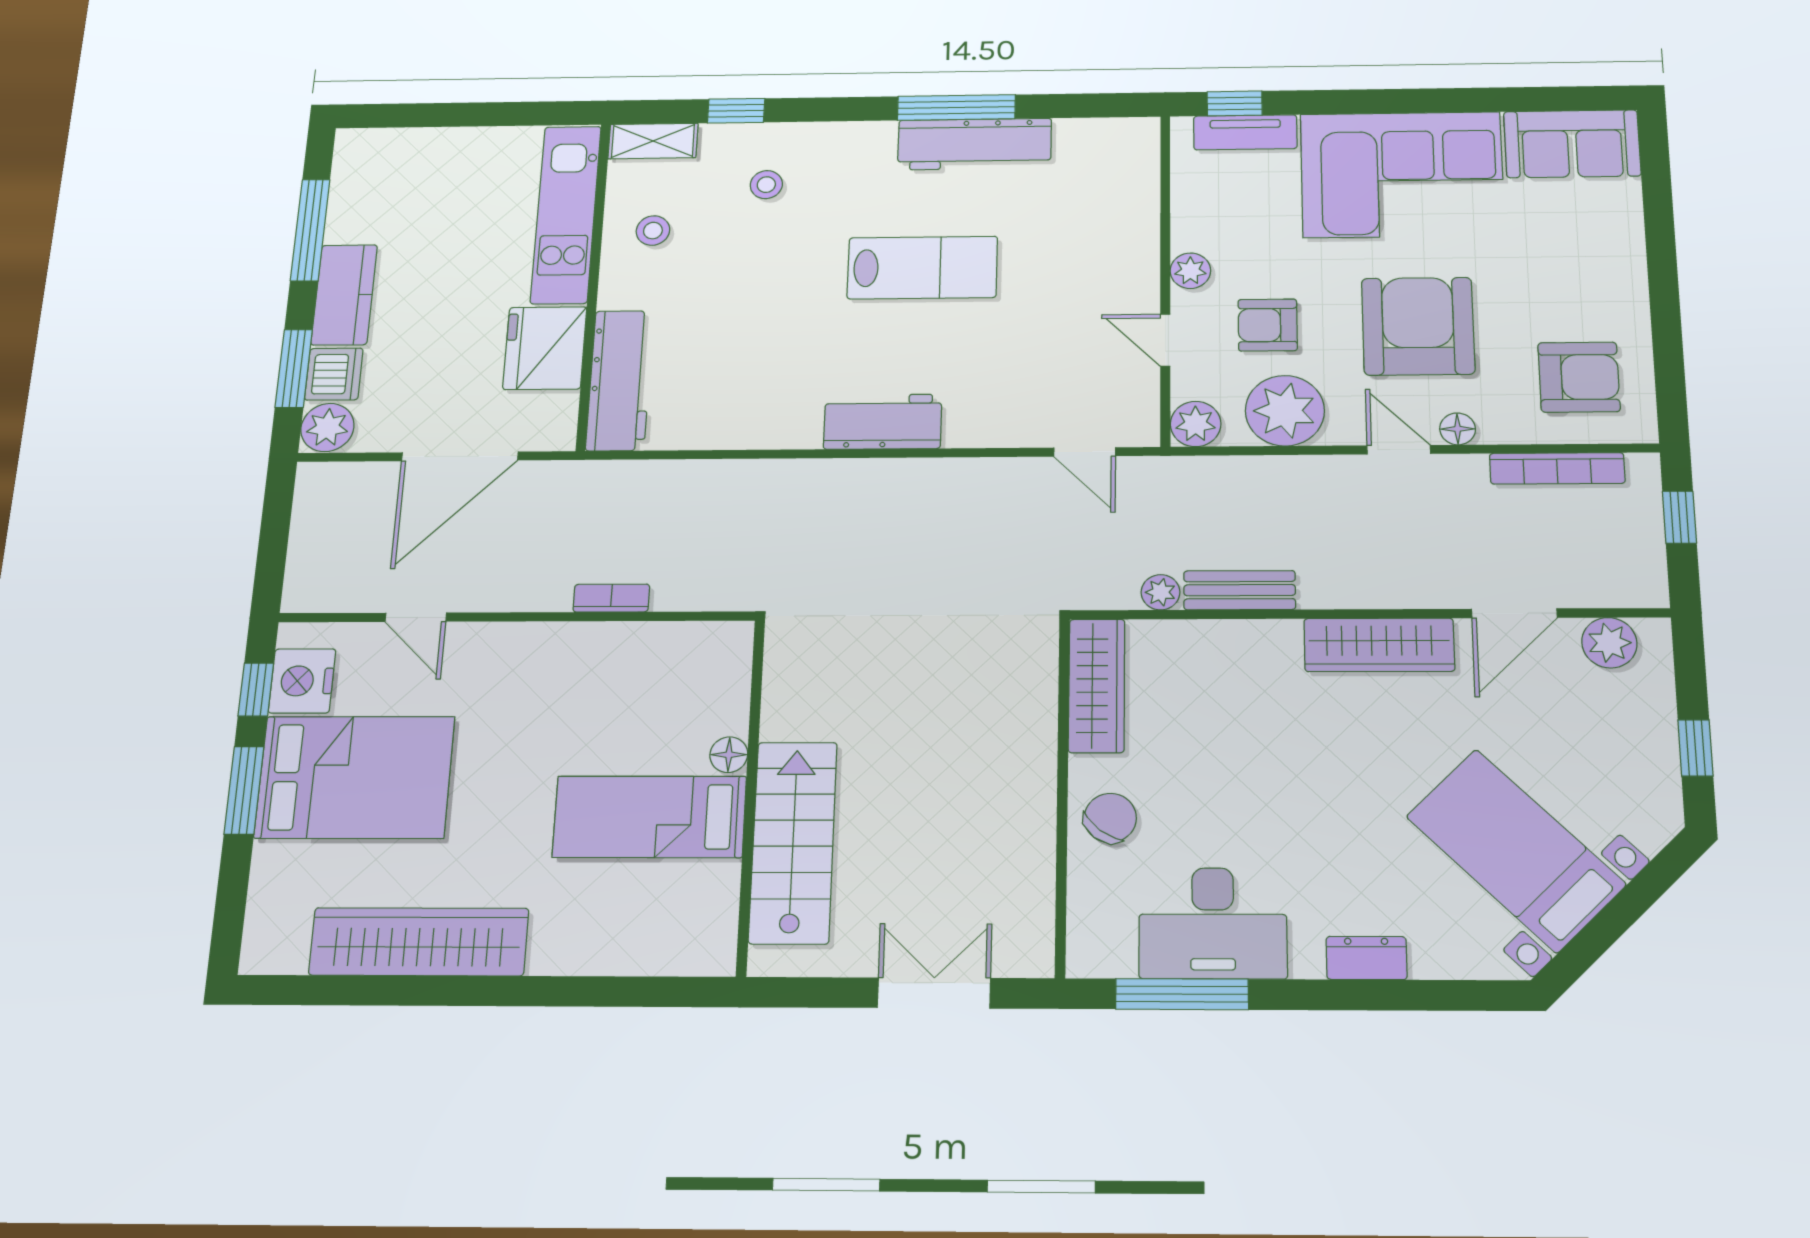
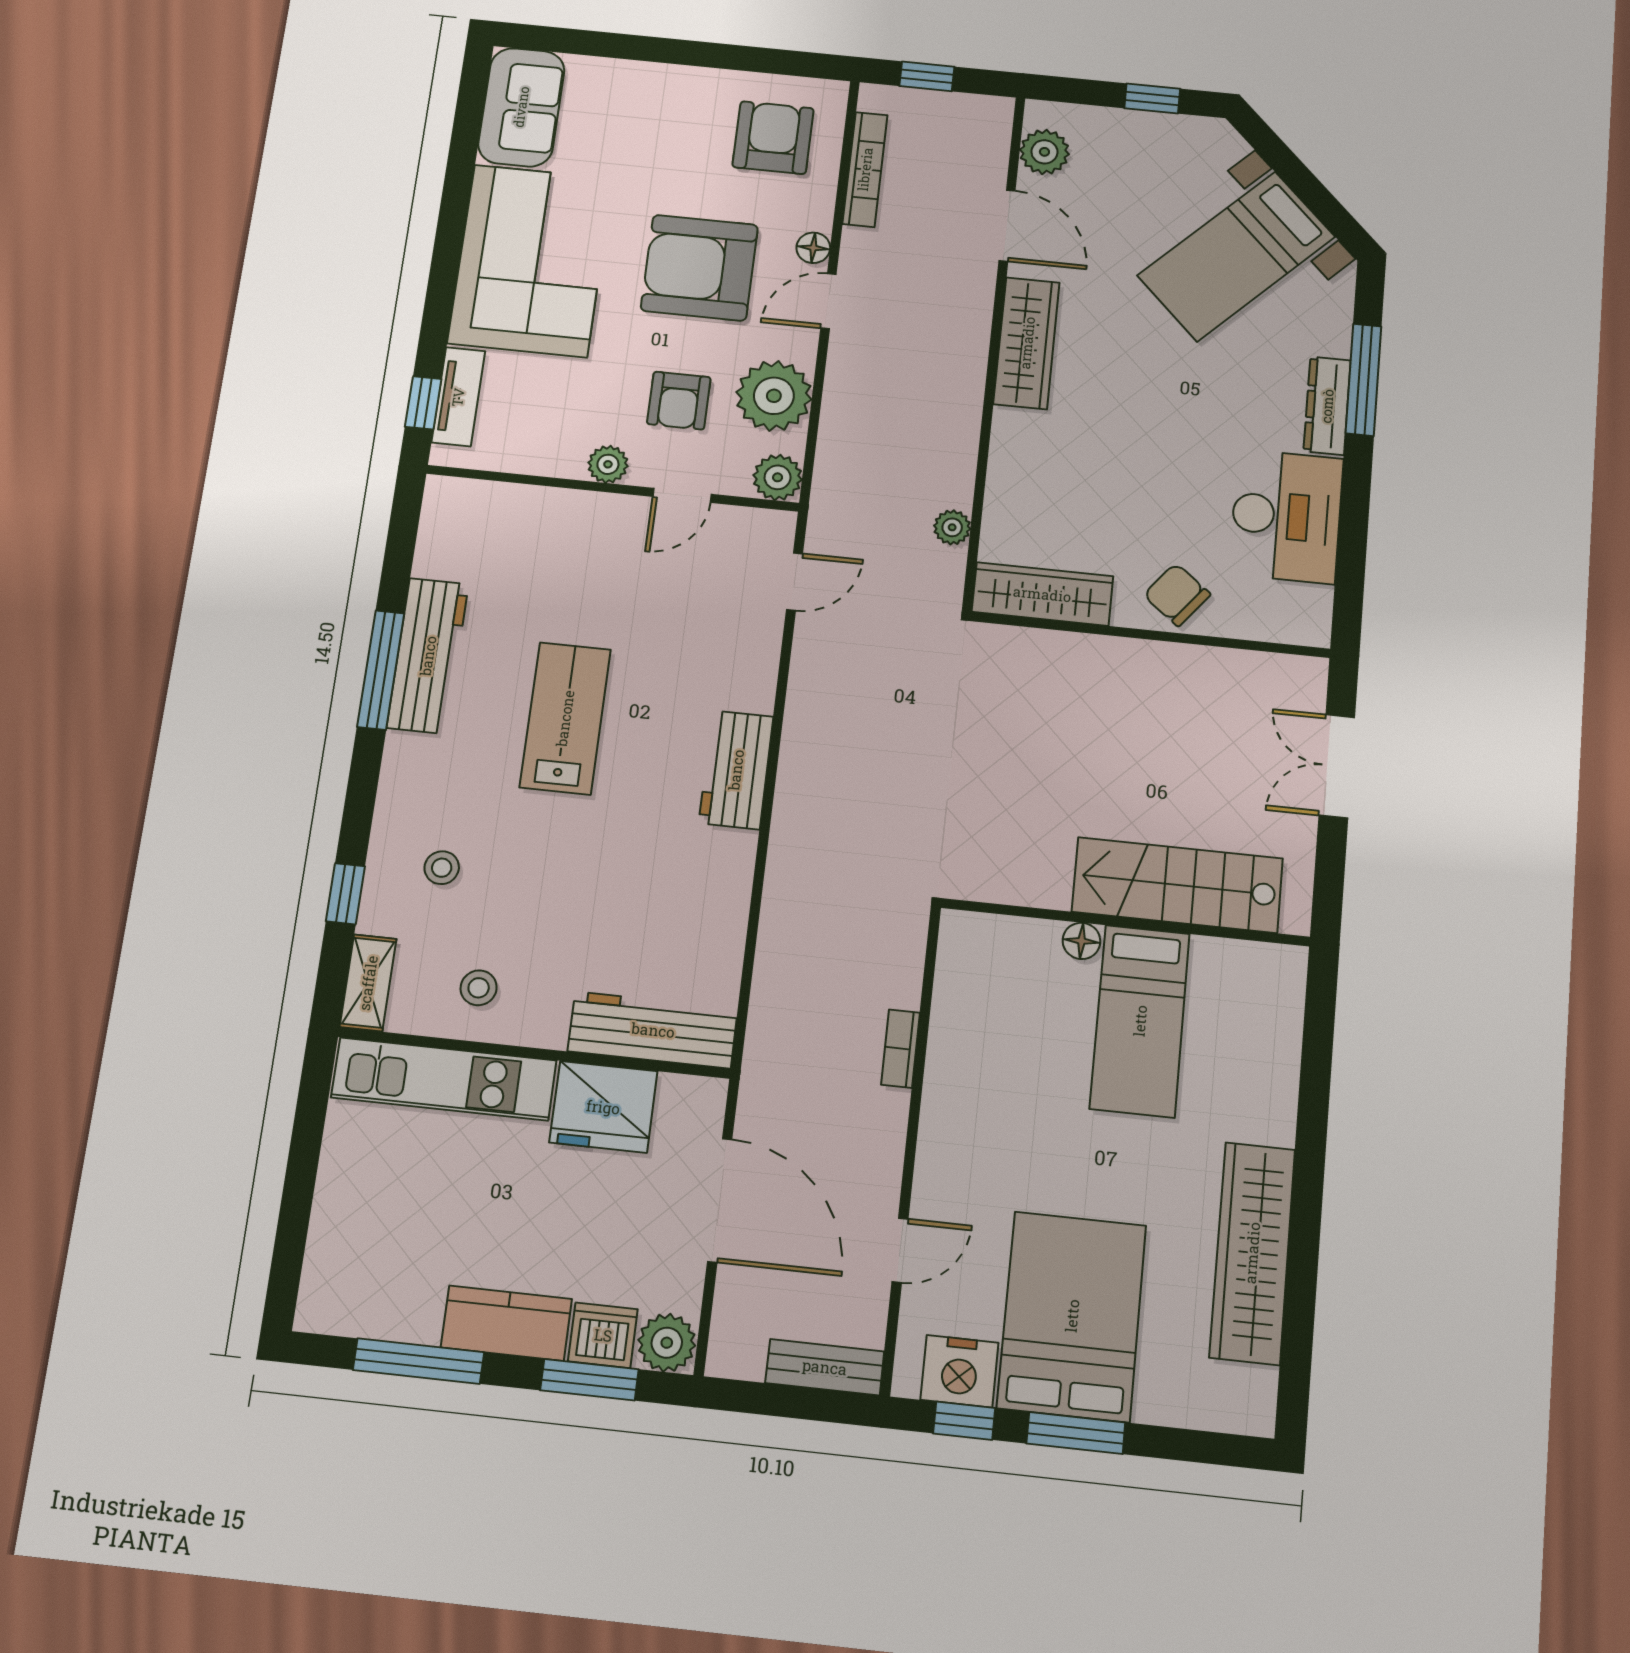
bench: (1240, 590) -> (825, 1367), moved, turned 90
dresser: (1367, 958) -> (1327, 406), width x1.44
window: (1182, 994) -> (1363, 380), moved

